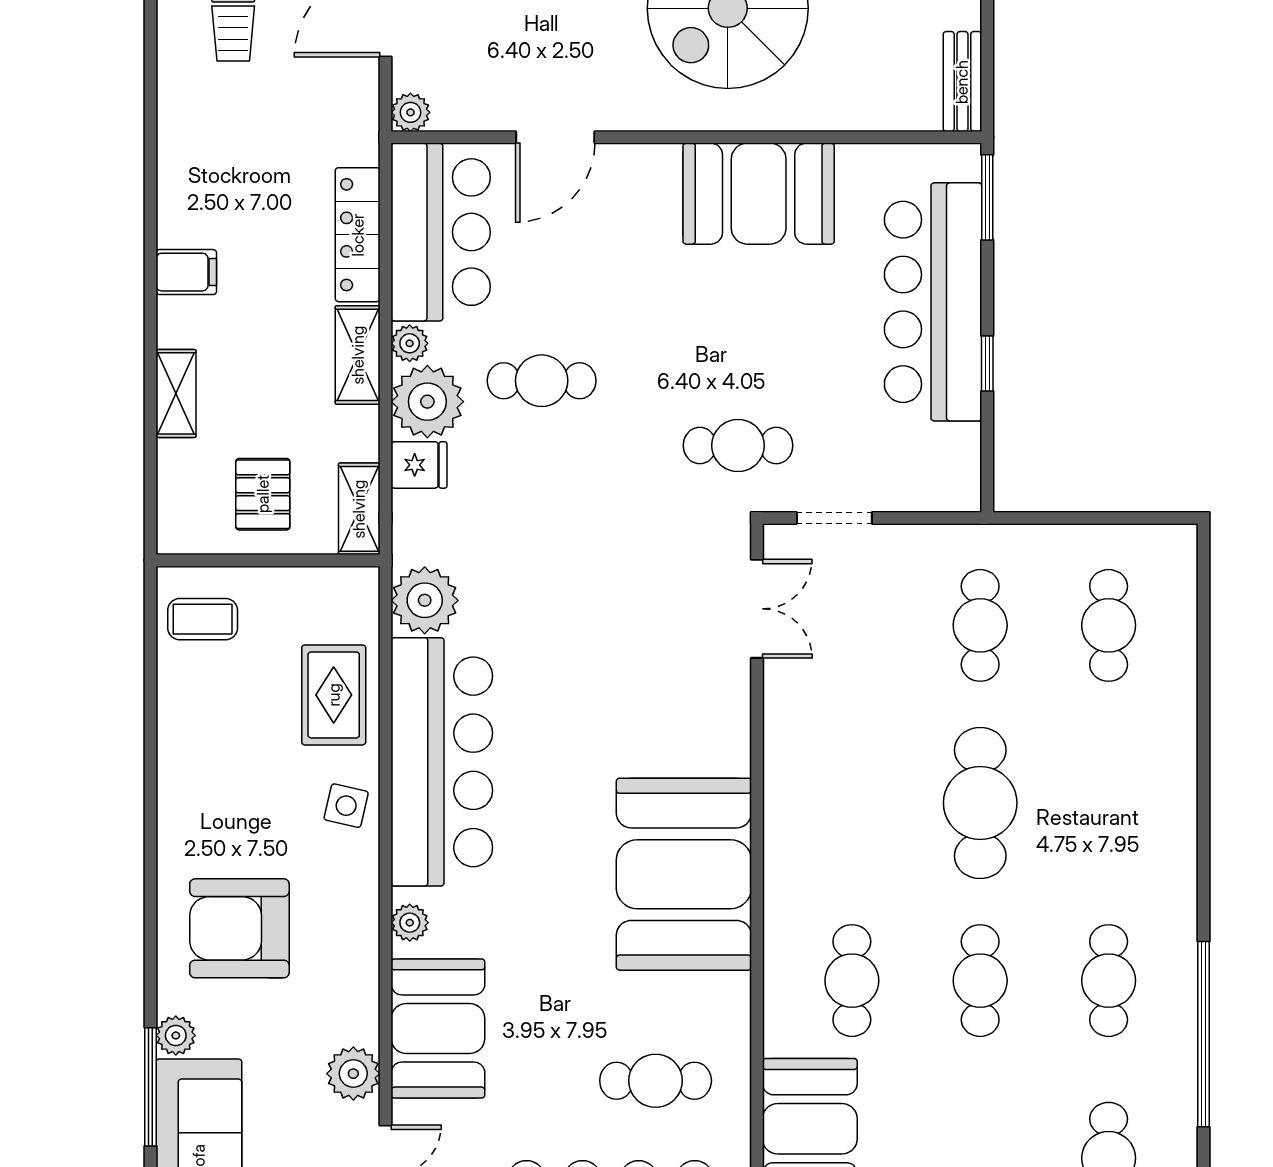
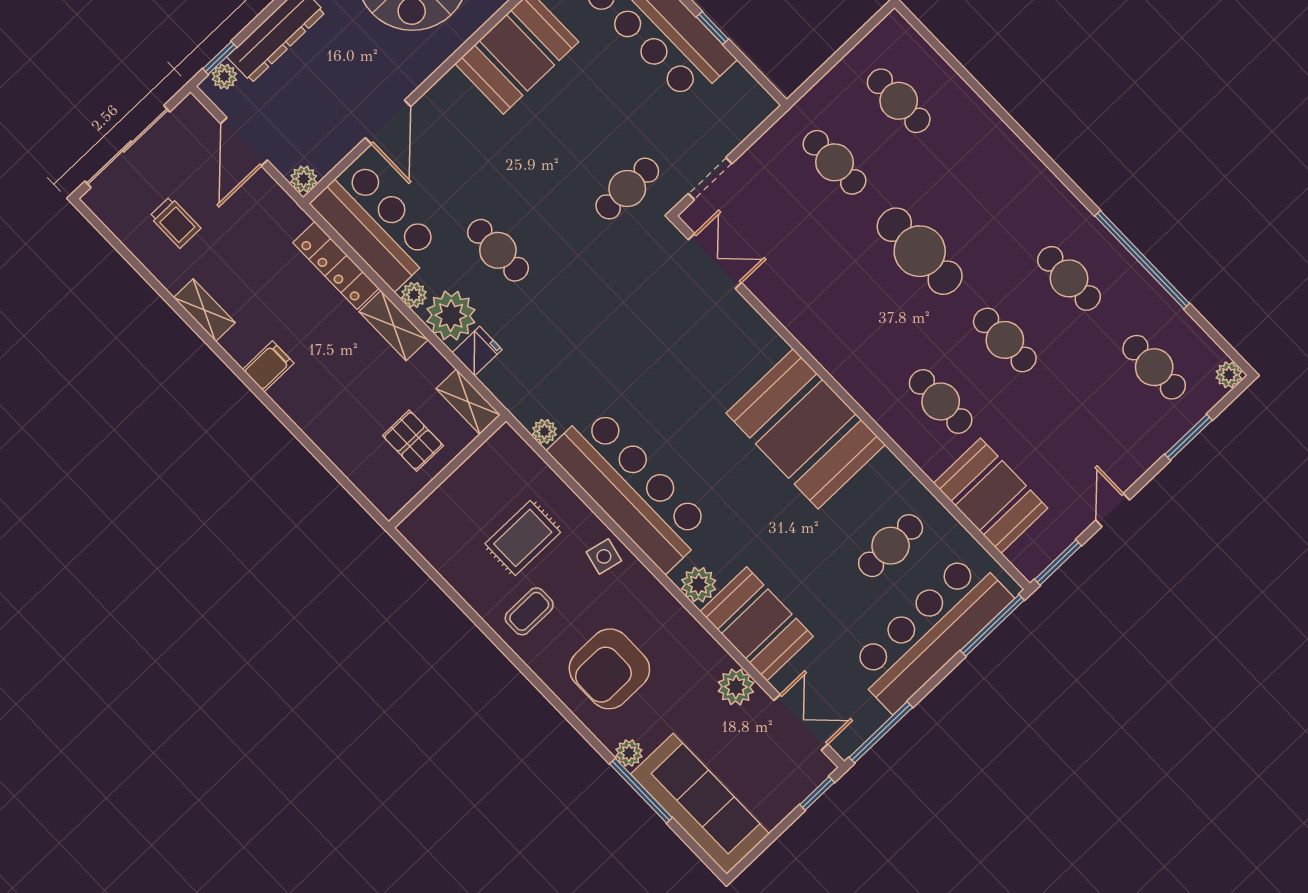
cafe table: (542, 381) -> (498, 250), turned 90
shelving: (176, 393) -> (204, 310), moved
plant: (425, 600) -> (544, 431), width x0.53, depth x0.53
coffee table: (203, 619) -> (529, 611), moved
rug: (334, 695) -> (523, 538), moved, turned 90
plant: (410, 923) -> (699, 585), width x1.38, depth x1.38

